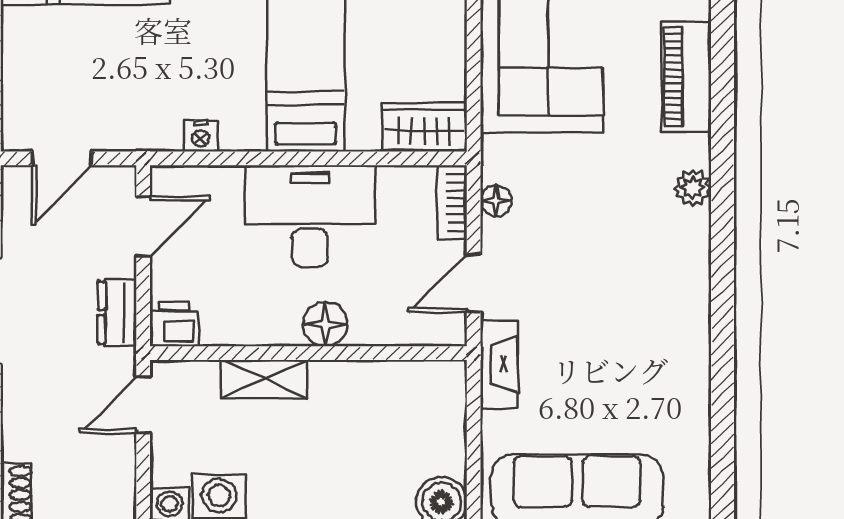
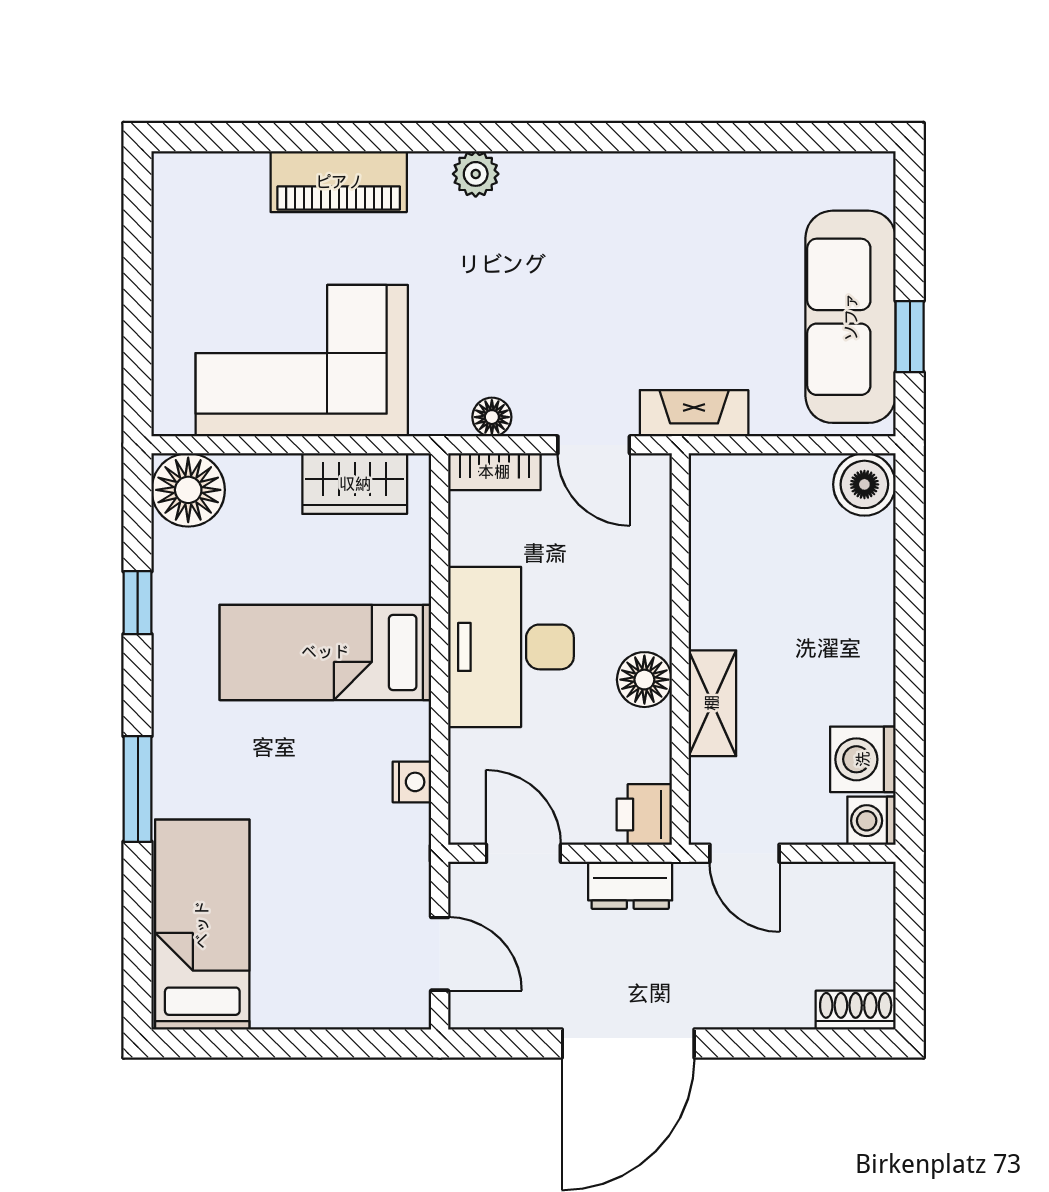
wardrobe: (424, 127) -> (355, 484), moved, turned -90
floor lamp: (325, 324) -> (644, 680), moved

